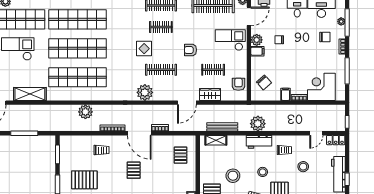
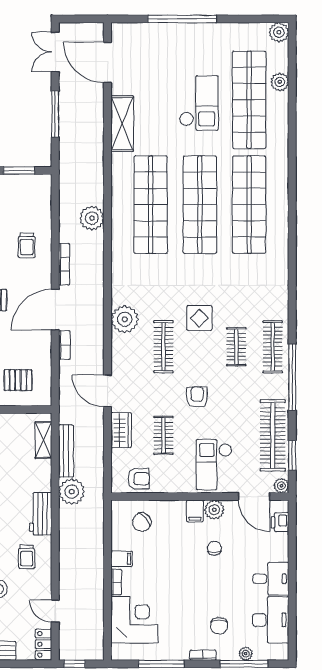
checkout: (230, 40) -> (214, 465), turned 180
plant: (258, 124) -> (72, 492), moved

